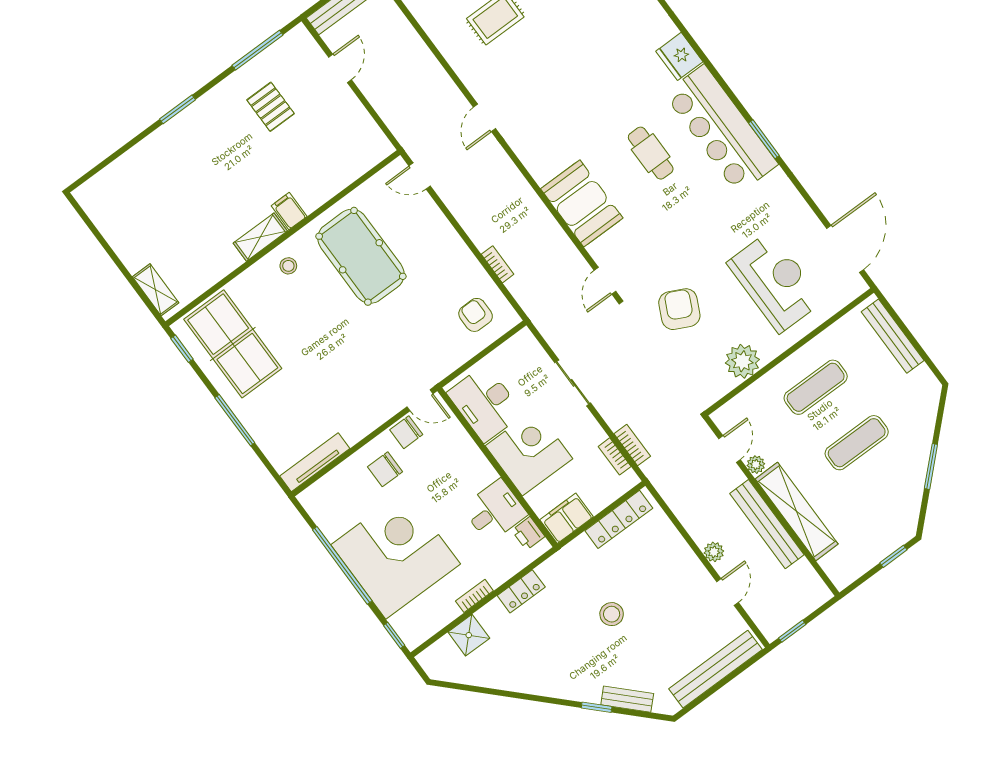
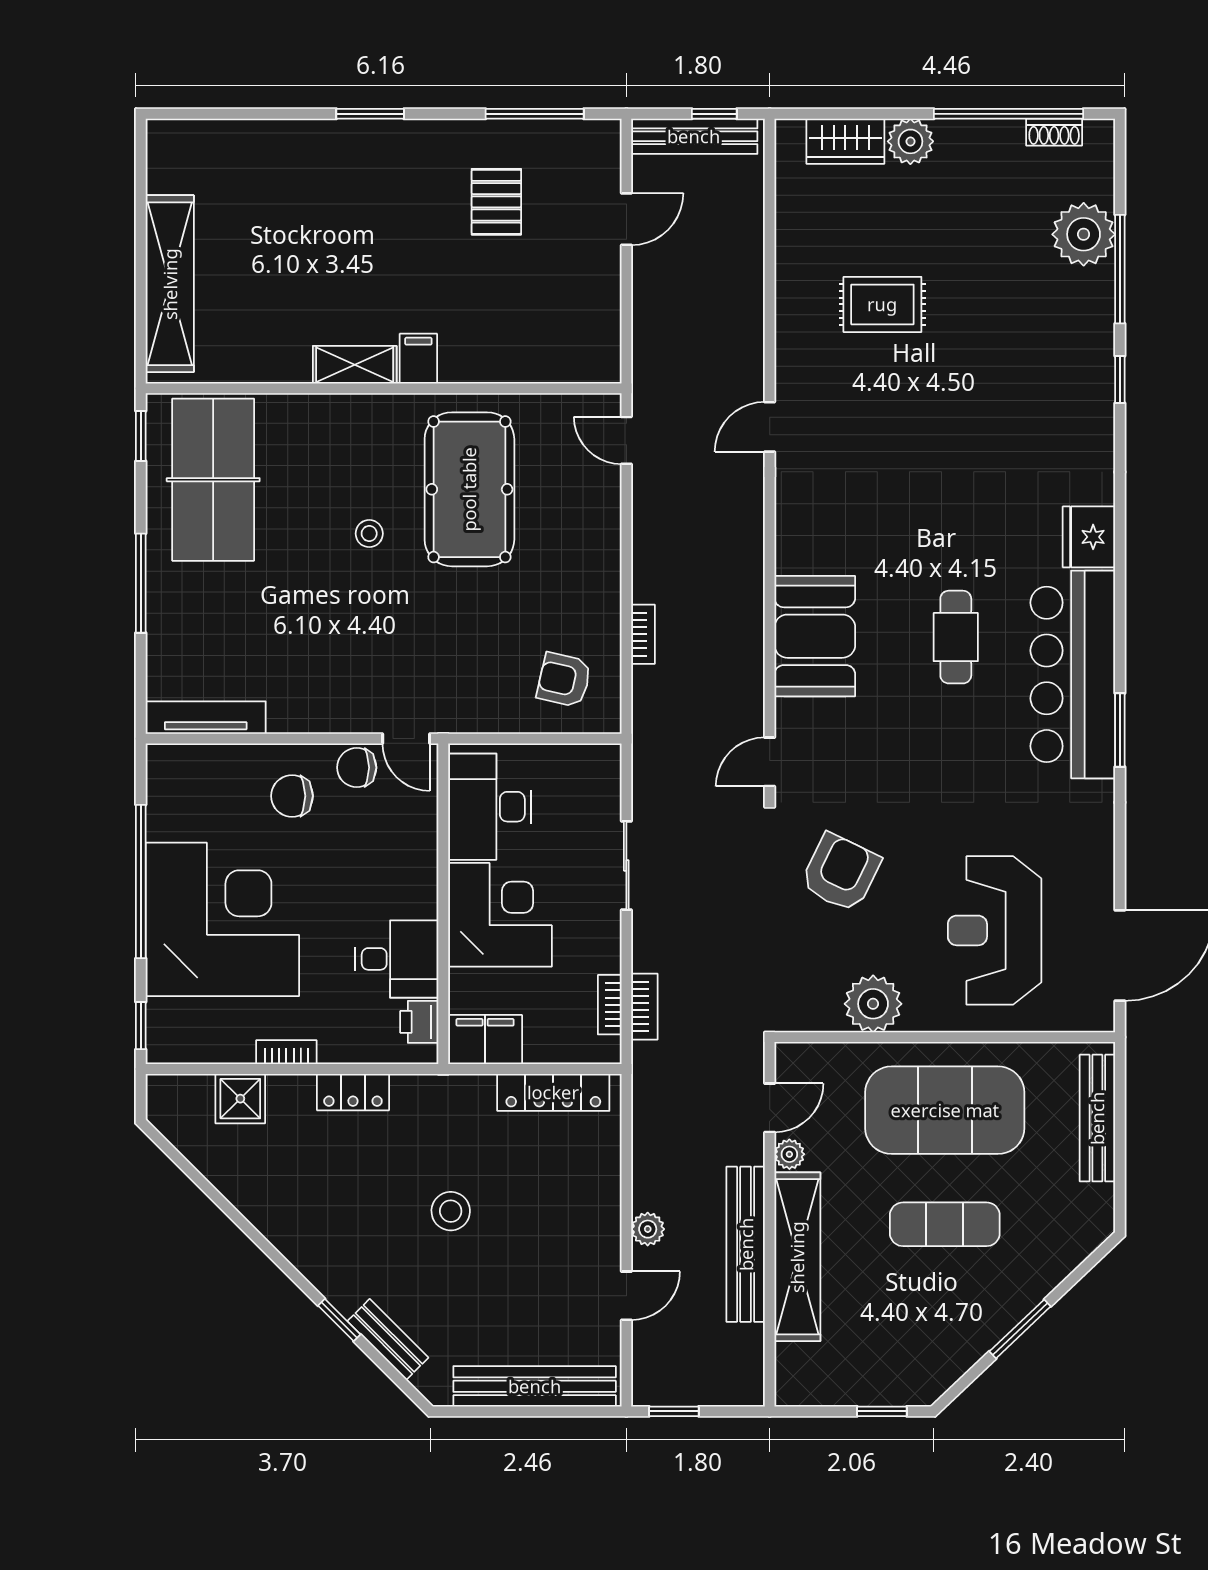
stool: (288, 266) -> (369, 534), moved
reception desk: (775, 282) -> (995, 930), turned 180
shelving: (156, 290) -> (170, 284), width x2.20, depth x1.33
armchair: (476, 315) -> (564, 680), turned -77
exercise mat: (816, 387) -> (945, 1110), width x2.00, depth x1.45

